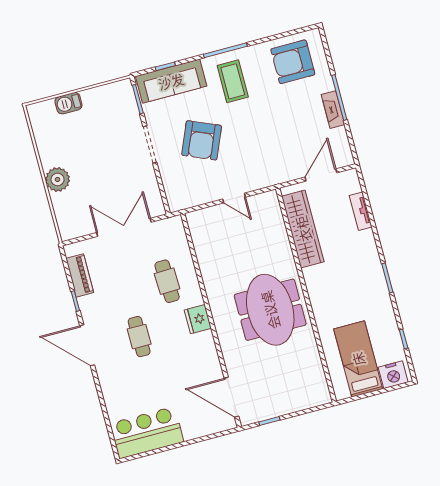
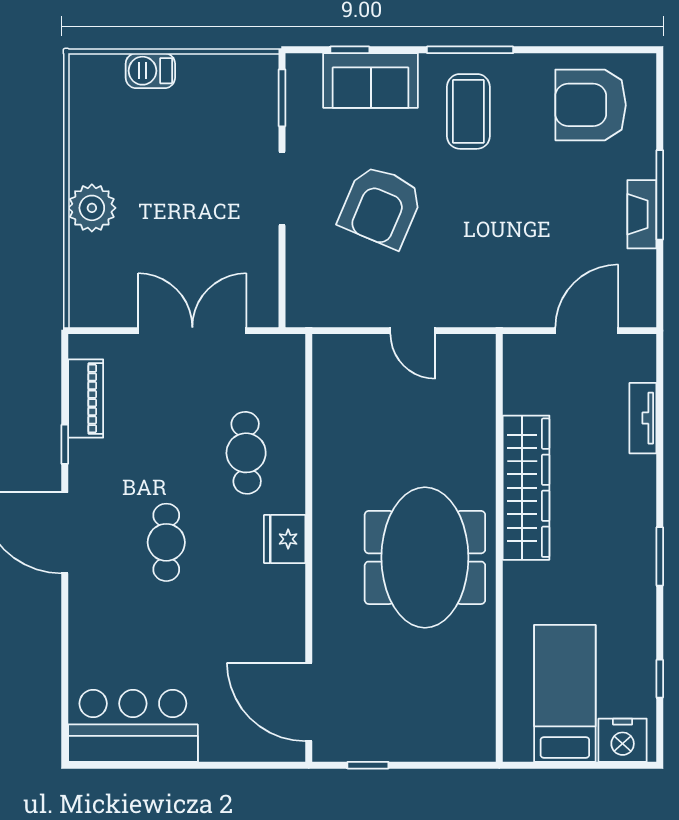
sofa: (171, 81) -> (371, 81), width x0.73
wardrobe: (303, 229) -> (526, 488), moved

